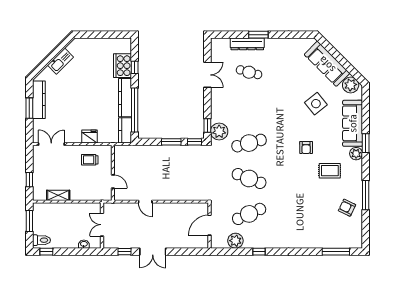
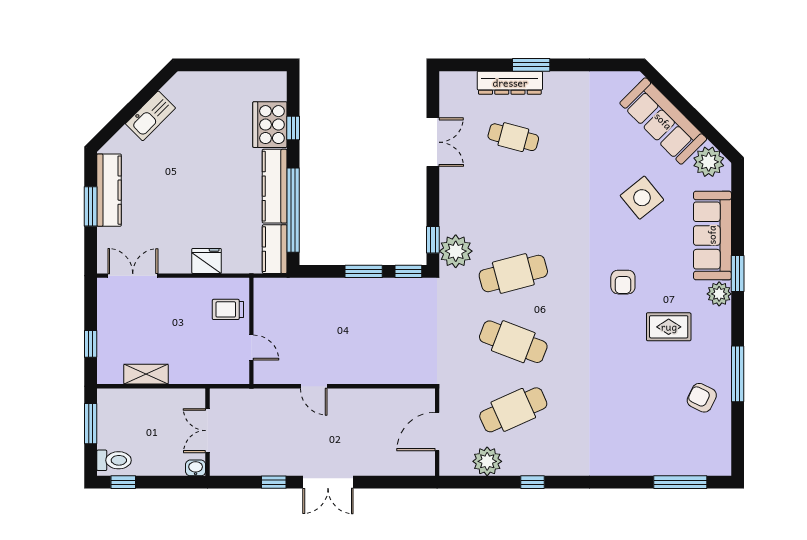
trolley: (90, 160) -> (228, 309), moved
double door: (102, 225) -> (208, 431), moved
wall: (102, 225) -> (208, 432), moved

